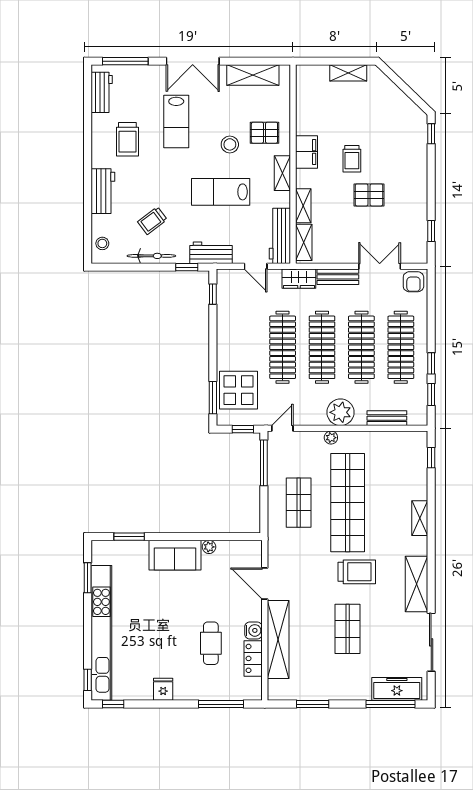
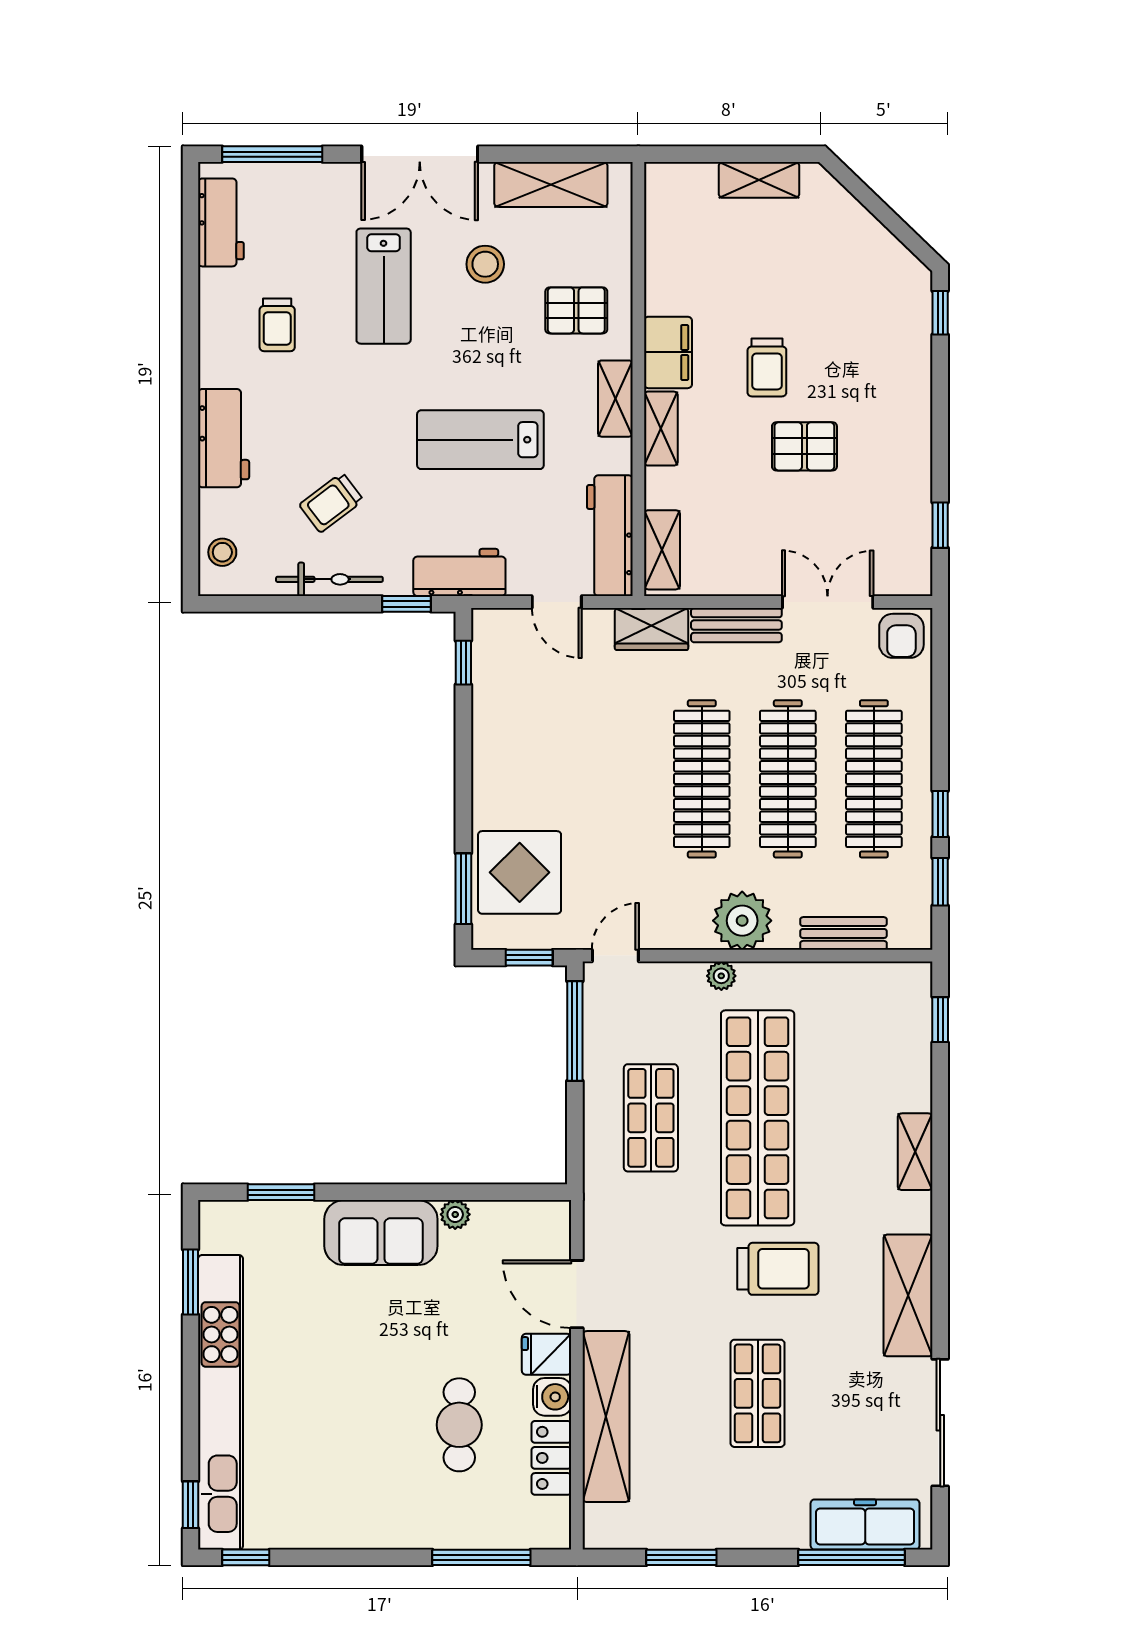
trolley: (127, 139) -> (277, 325), width x0.73, depth x0.72
stool: (230, 144) -> (485, 264), moved
shelving: (303, 206) -> (661, 429), moved
clothes rail: (283, 347) -> (616, 779), removed
fridge: (163, 689) -> (547, 1354), moved, turned -90

